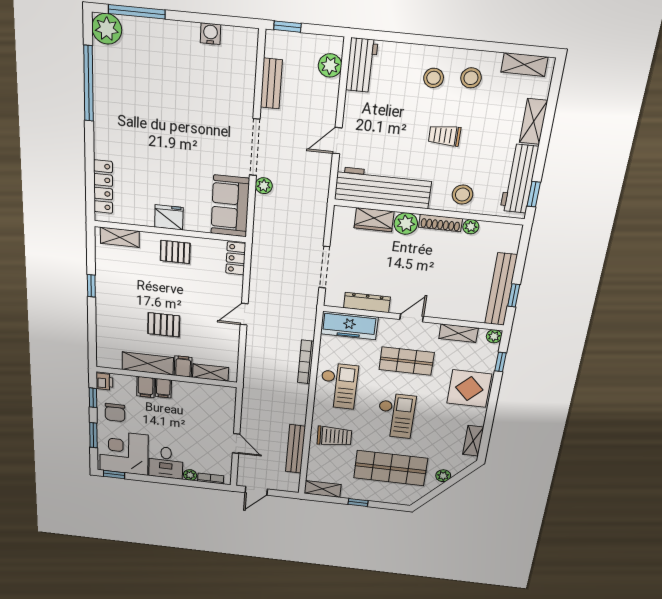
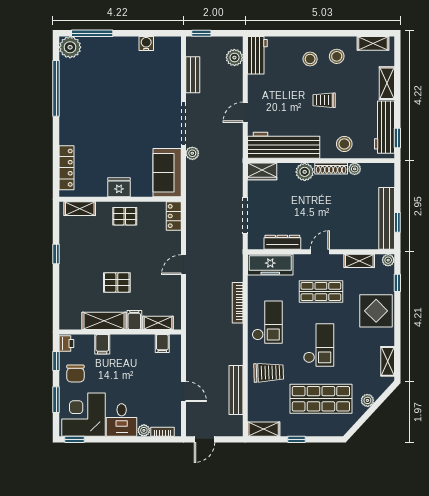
wardrobe: (374, 220) -> (262, 171), moved
filing cabinet: (163, 388) -> (162, 343), moved

